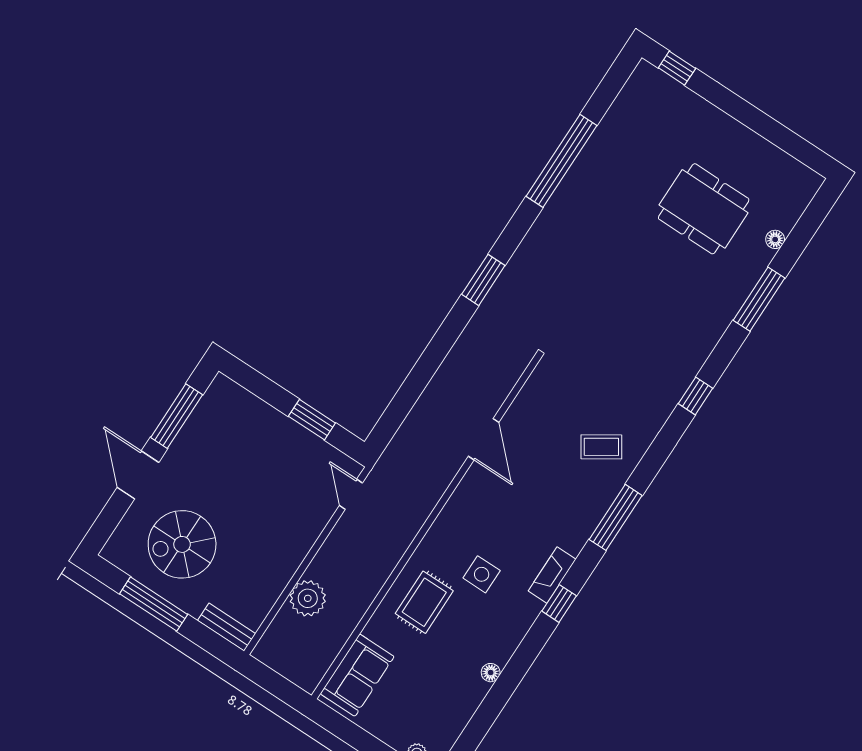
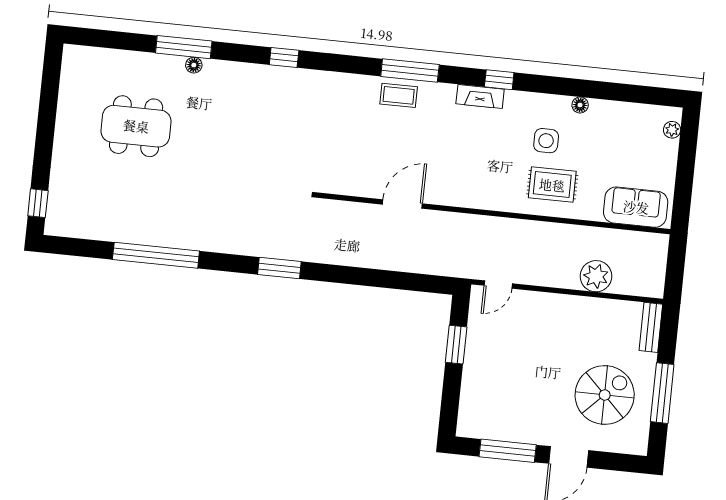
dining table: (704, 209) -> (136, 126), turned 90
floor lamp: (775, 239) -> (194, 65), moved
coffee table: (601, 447) -> (399, 95), moved, turned -57
spiral stairs: (182, 544) -> (605, 395), turned -90
side table: (482, 574) -> (546, 141), moved

